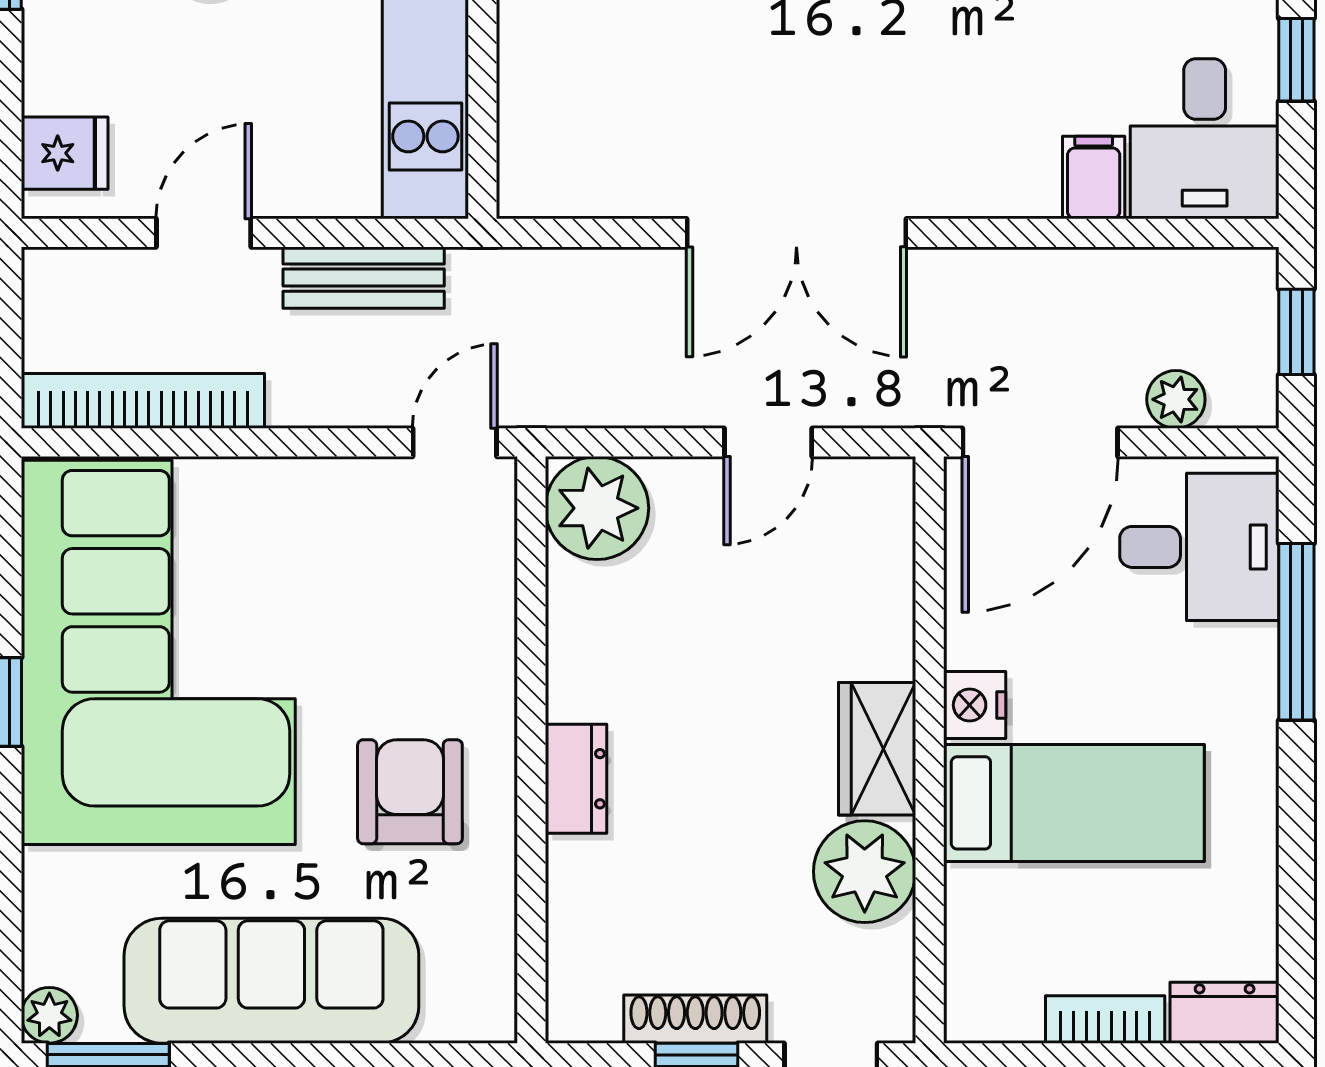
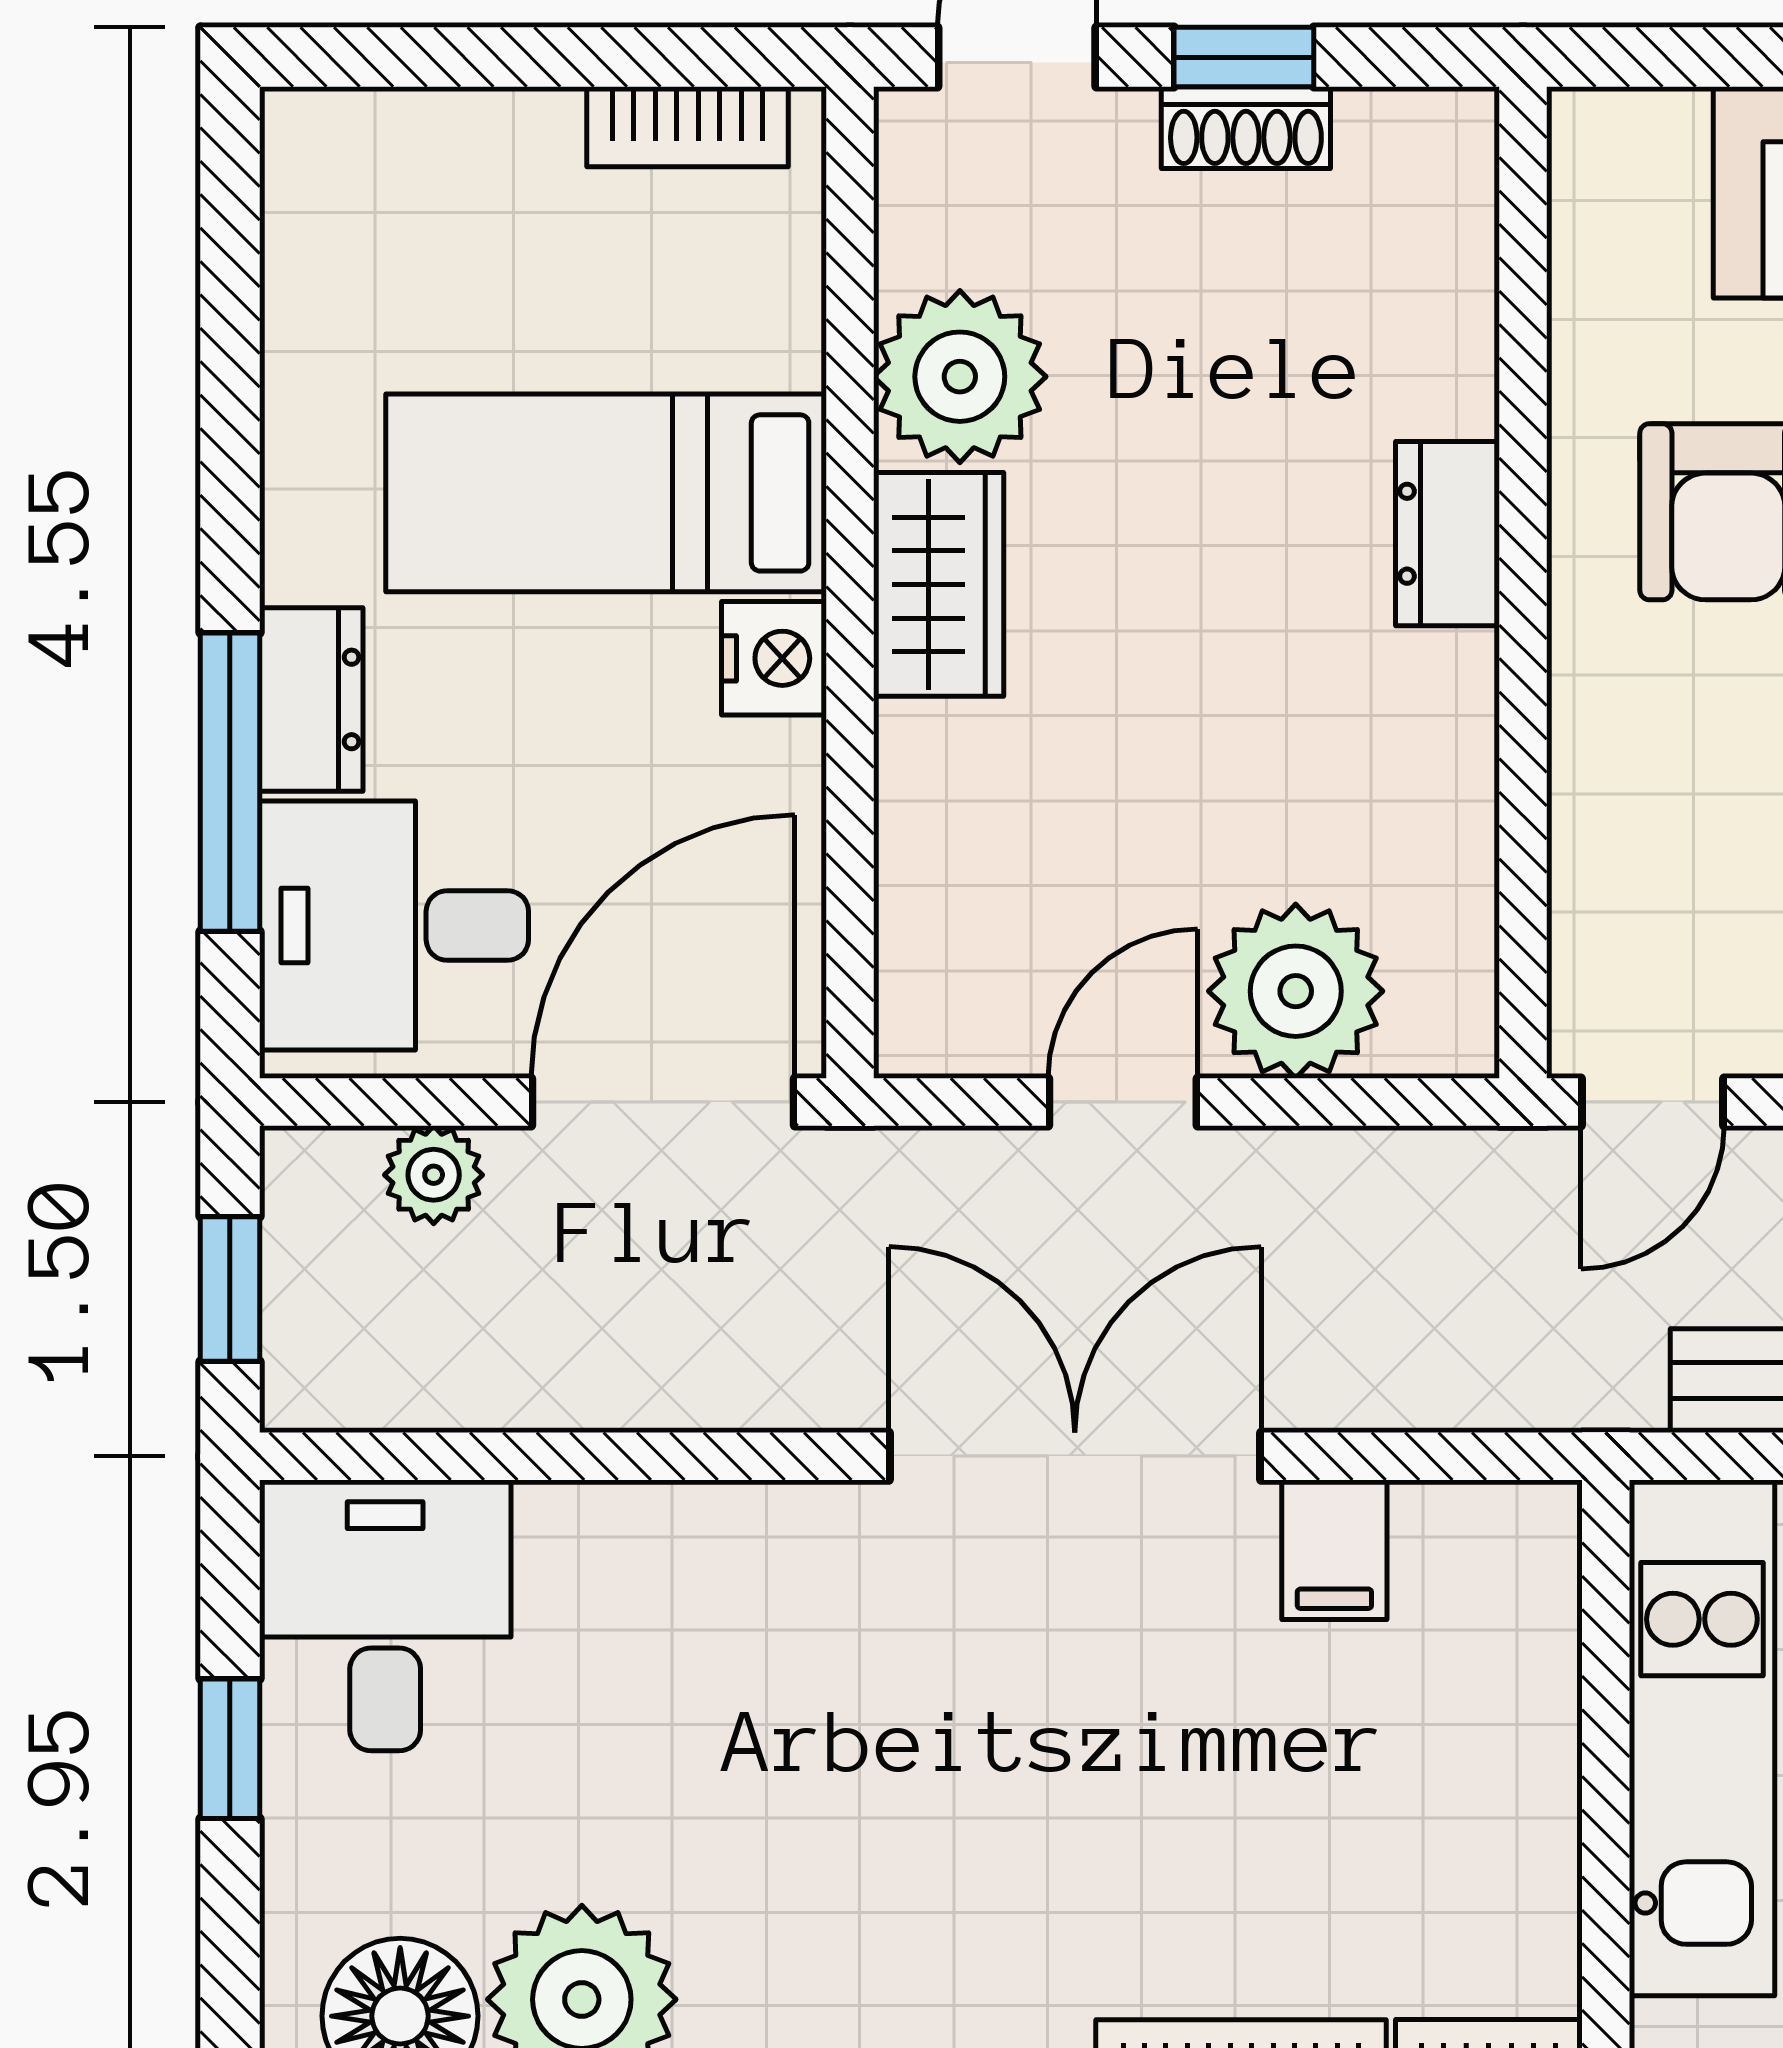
filing cabinet: (1094, 178) -> (1334, 1550), moved
plant: (597, 508) -> (1296, 991), moved
dresser: (1225, 1013) -> (311, 699), moved, turned -90
shoe rack: (695, 1019) -> (1246, 128), width x0.70
bookcase: (1105, 1020) -> (687, 127), moved

